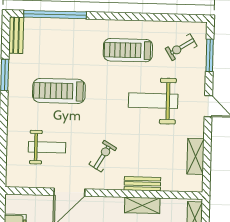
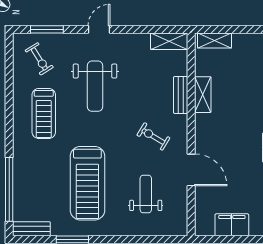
treadmill: (59, 91) -> (87, 183), width x1.37, depth x1.38
shelving: (195, 156) -> (169, 41), moved

